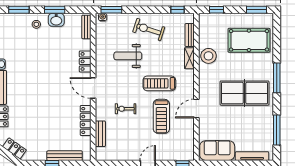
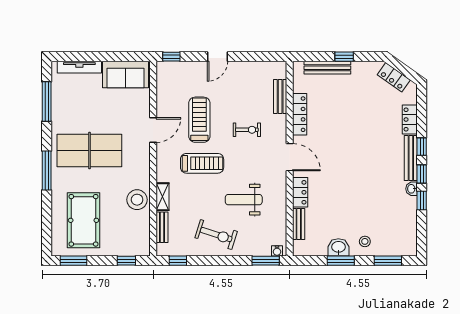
bench: (86, 27) -> (299, 224), moved
pool table: (249, 40) -> (83, 220), turned 90
weight bench: (128, 56) -> (244, 200), turned 180

